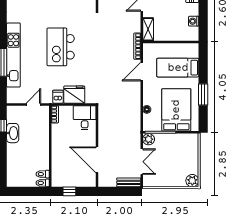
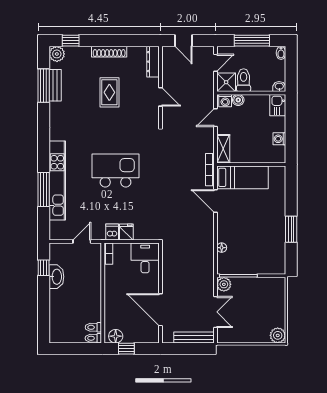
kitchen island: (61, 47) -> (115, 170), turned 90
bed: (178, 68) -> (242, 177), moved, turned 180
door: (142, 72) -> (215, 201), hinge flipped
fridge: (74, 95) -> (126, 232), width x0.53, depth x0.75
bed: (176, 110) -> (258, 248), removed
floor lamp: (61, 181) -> (116, 336), added
bench: (129, 182) -> (194, 338), width x1.36

